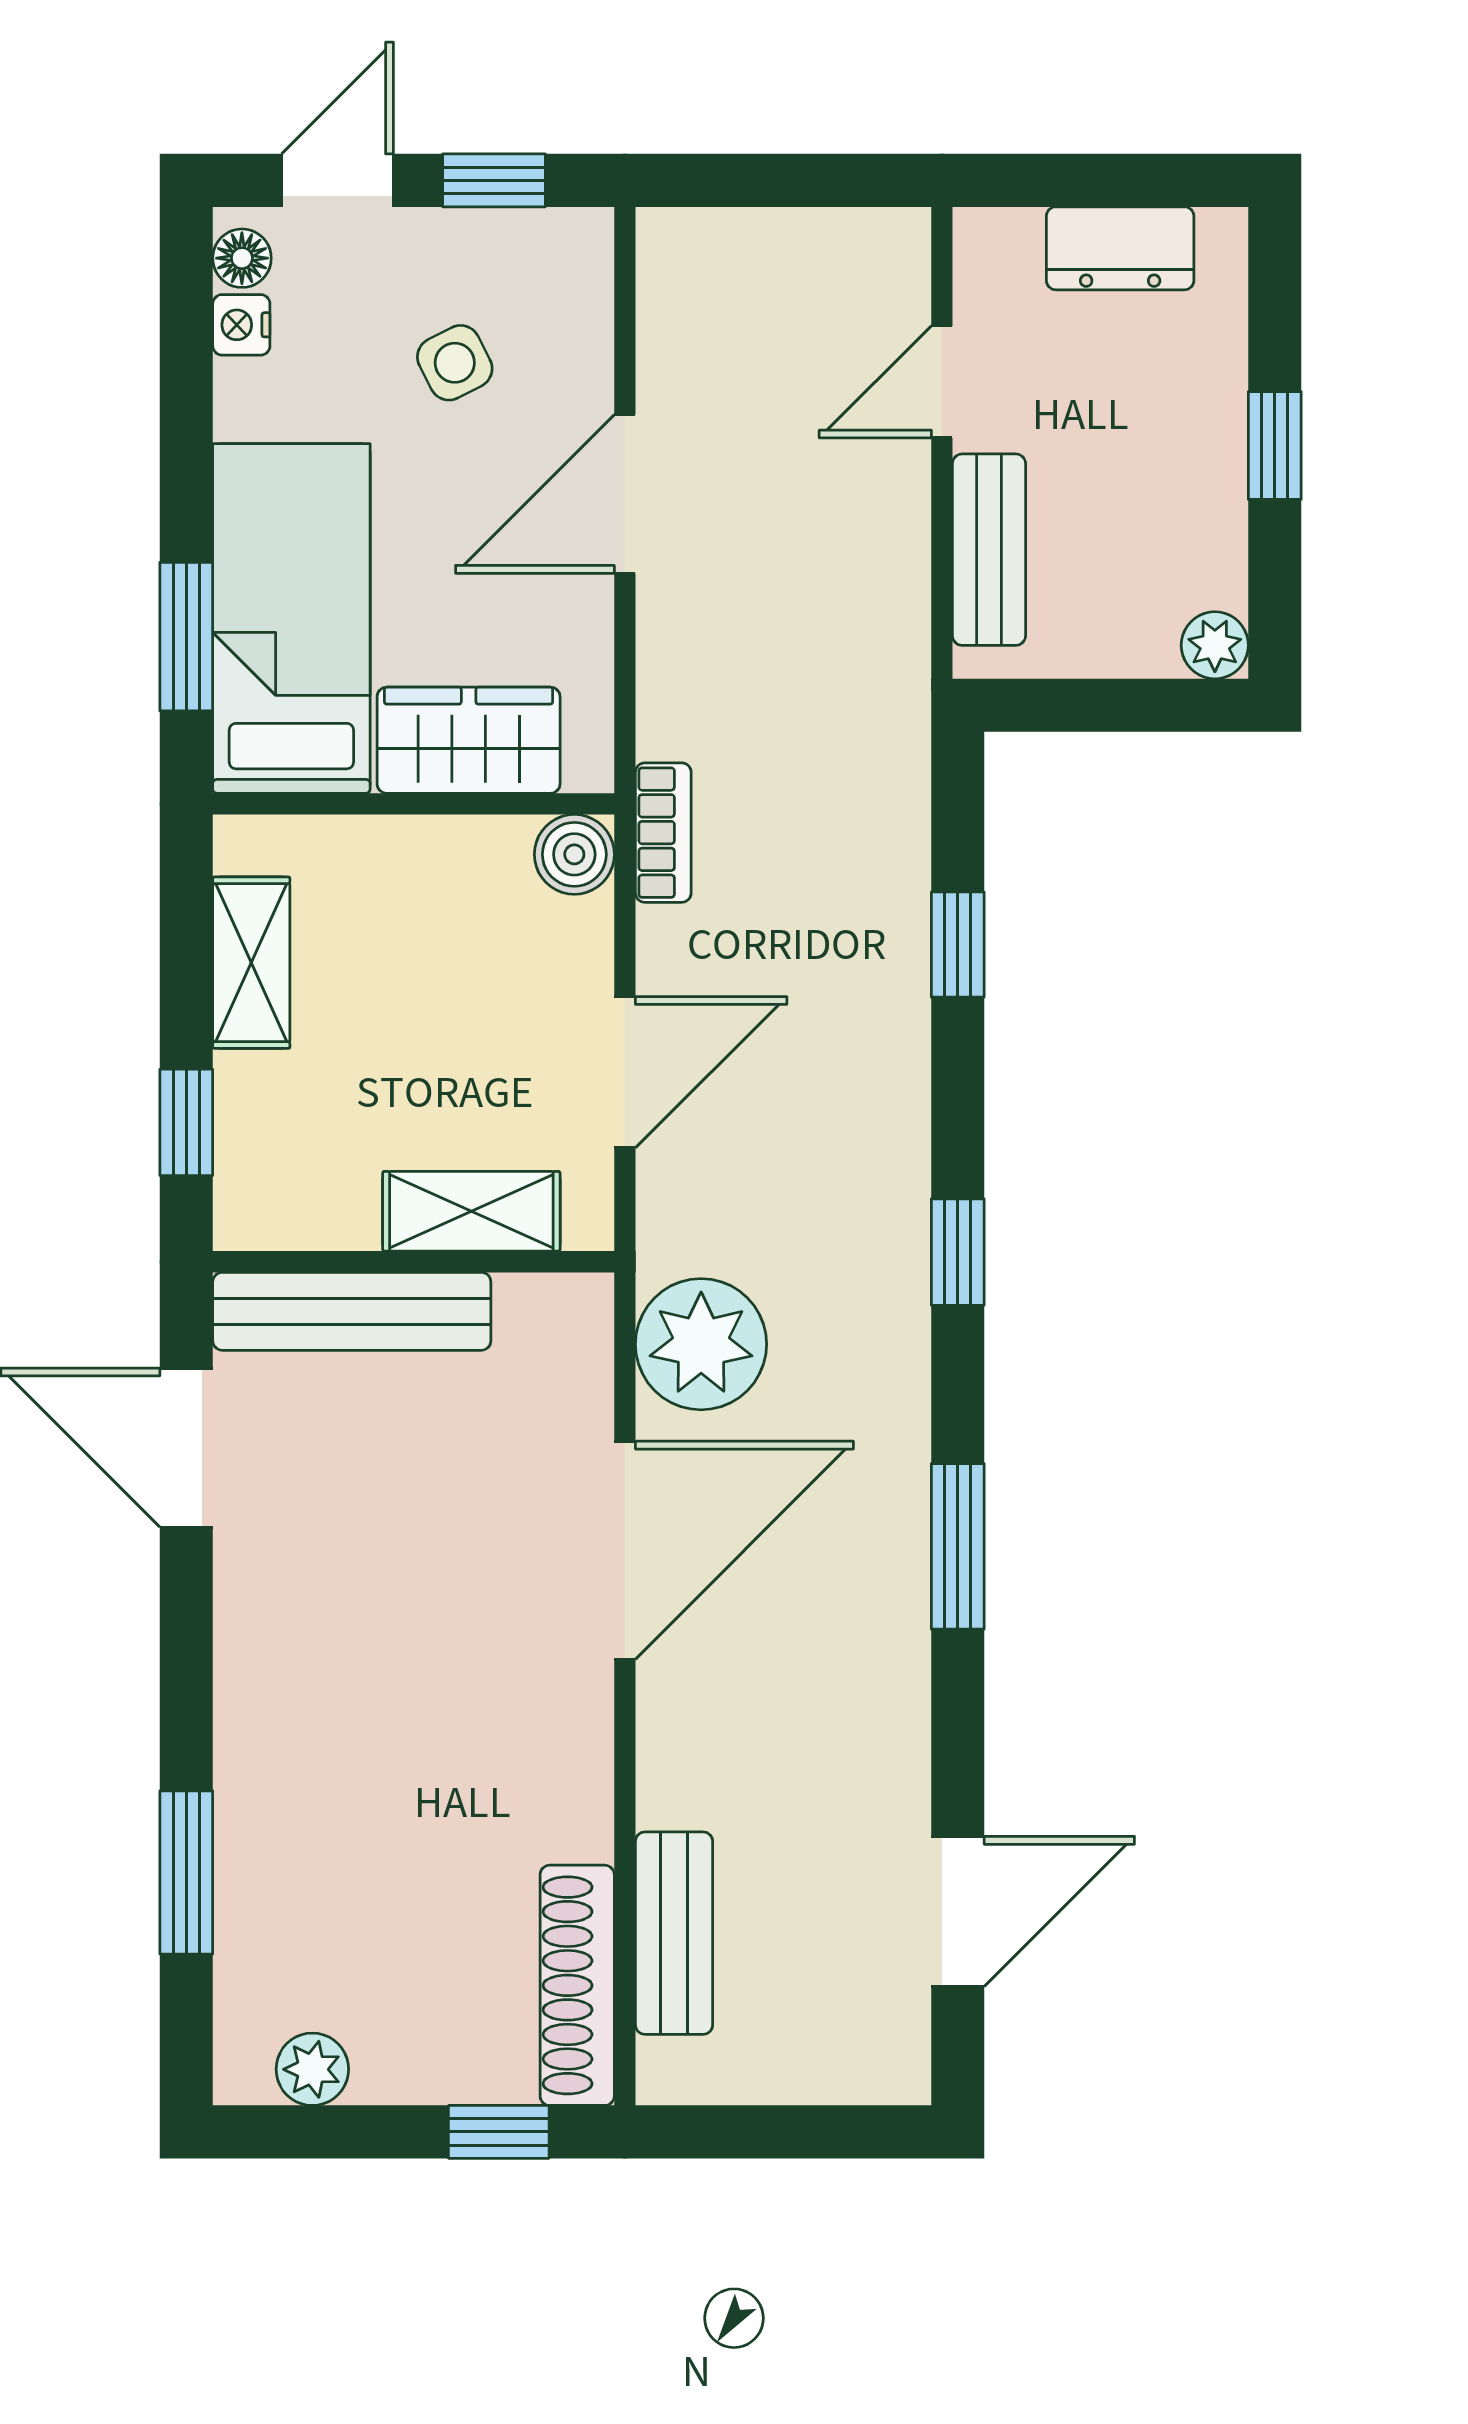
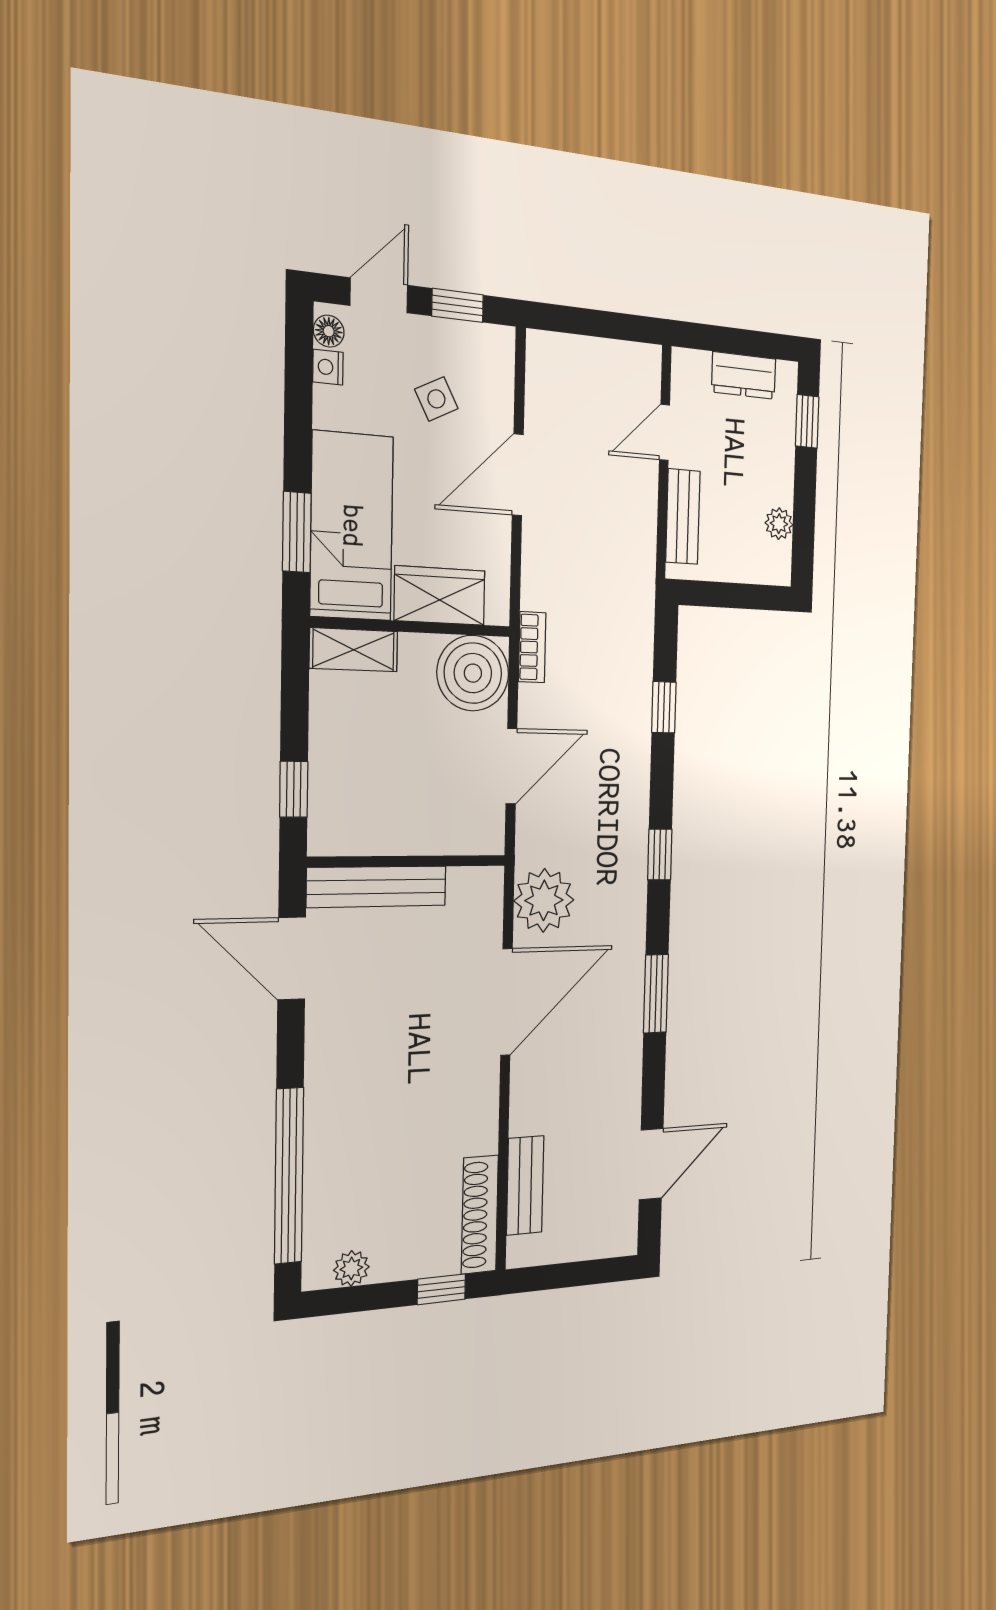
window: (1275, 446) -> (807, 421), moved
plant: (1215, 645) -> (779, 524), moved
boiler: (574, 854) -> (473, 673), width x1.86, depth x1.86
shelving: (251, 963) -> (354, 650), moved, turned 90
shelving: (471, 1211) -> (437, 835), removed
window: (186, 1872) -> (289, 1176), width x2.11

